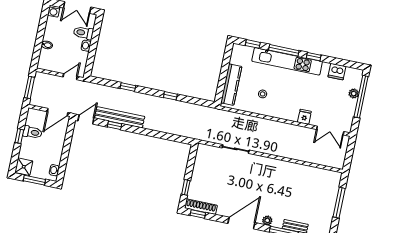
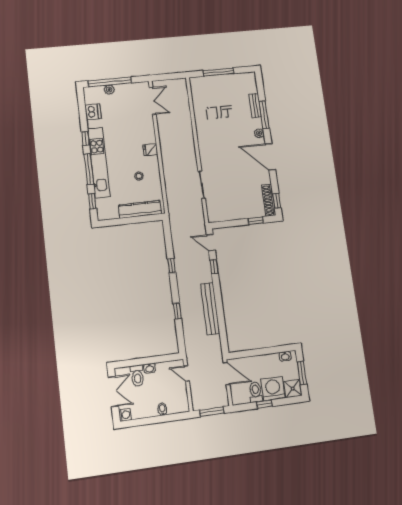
fridge: (304, 117) -> (150, 150), moved
door: (86, 119) -> (211, 242), moved
window: (115, 125) -> (214, 267), moved
washing machine: (30, 149) -> (273, 389), added

